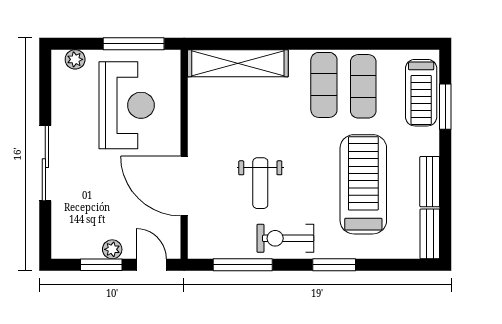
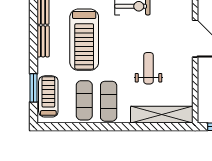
weight bench: (260, 183) -> (148, 68), moved

